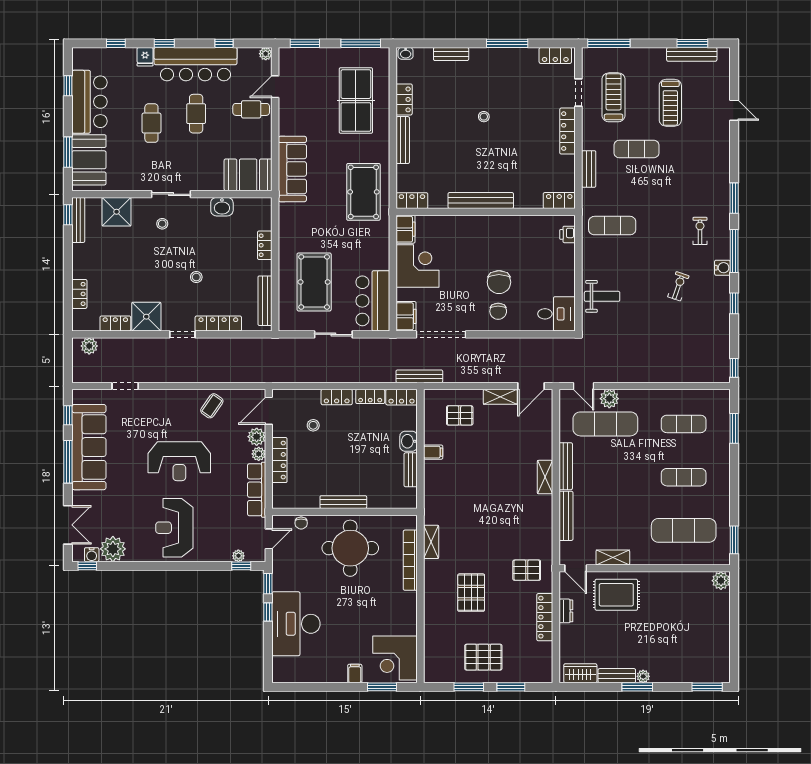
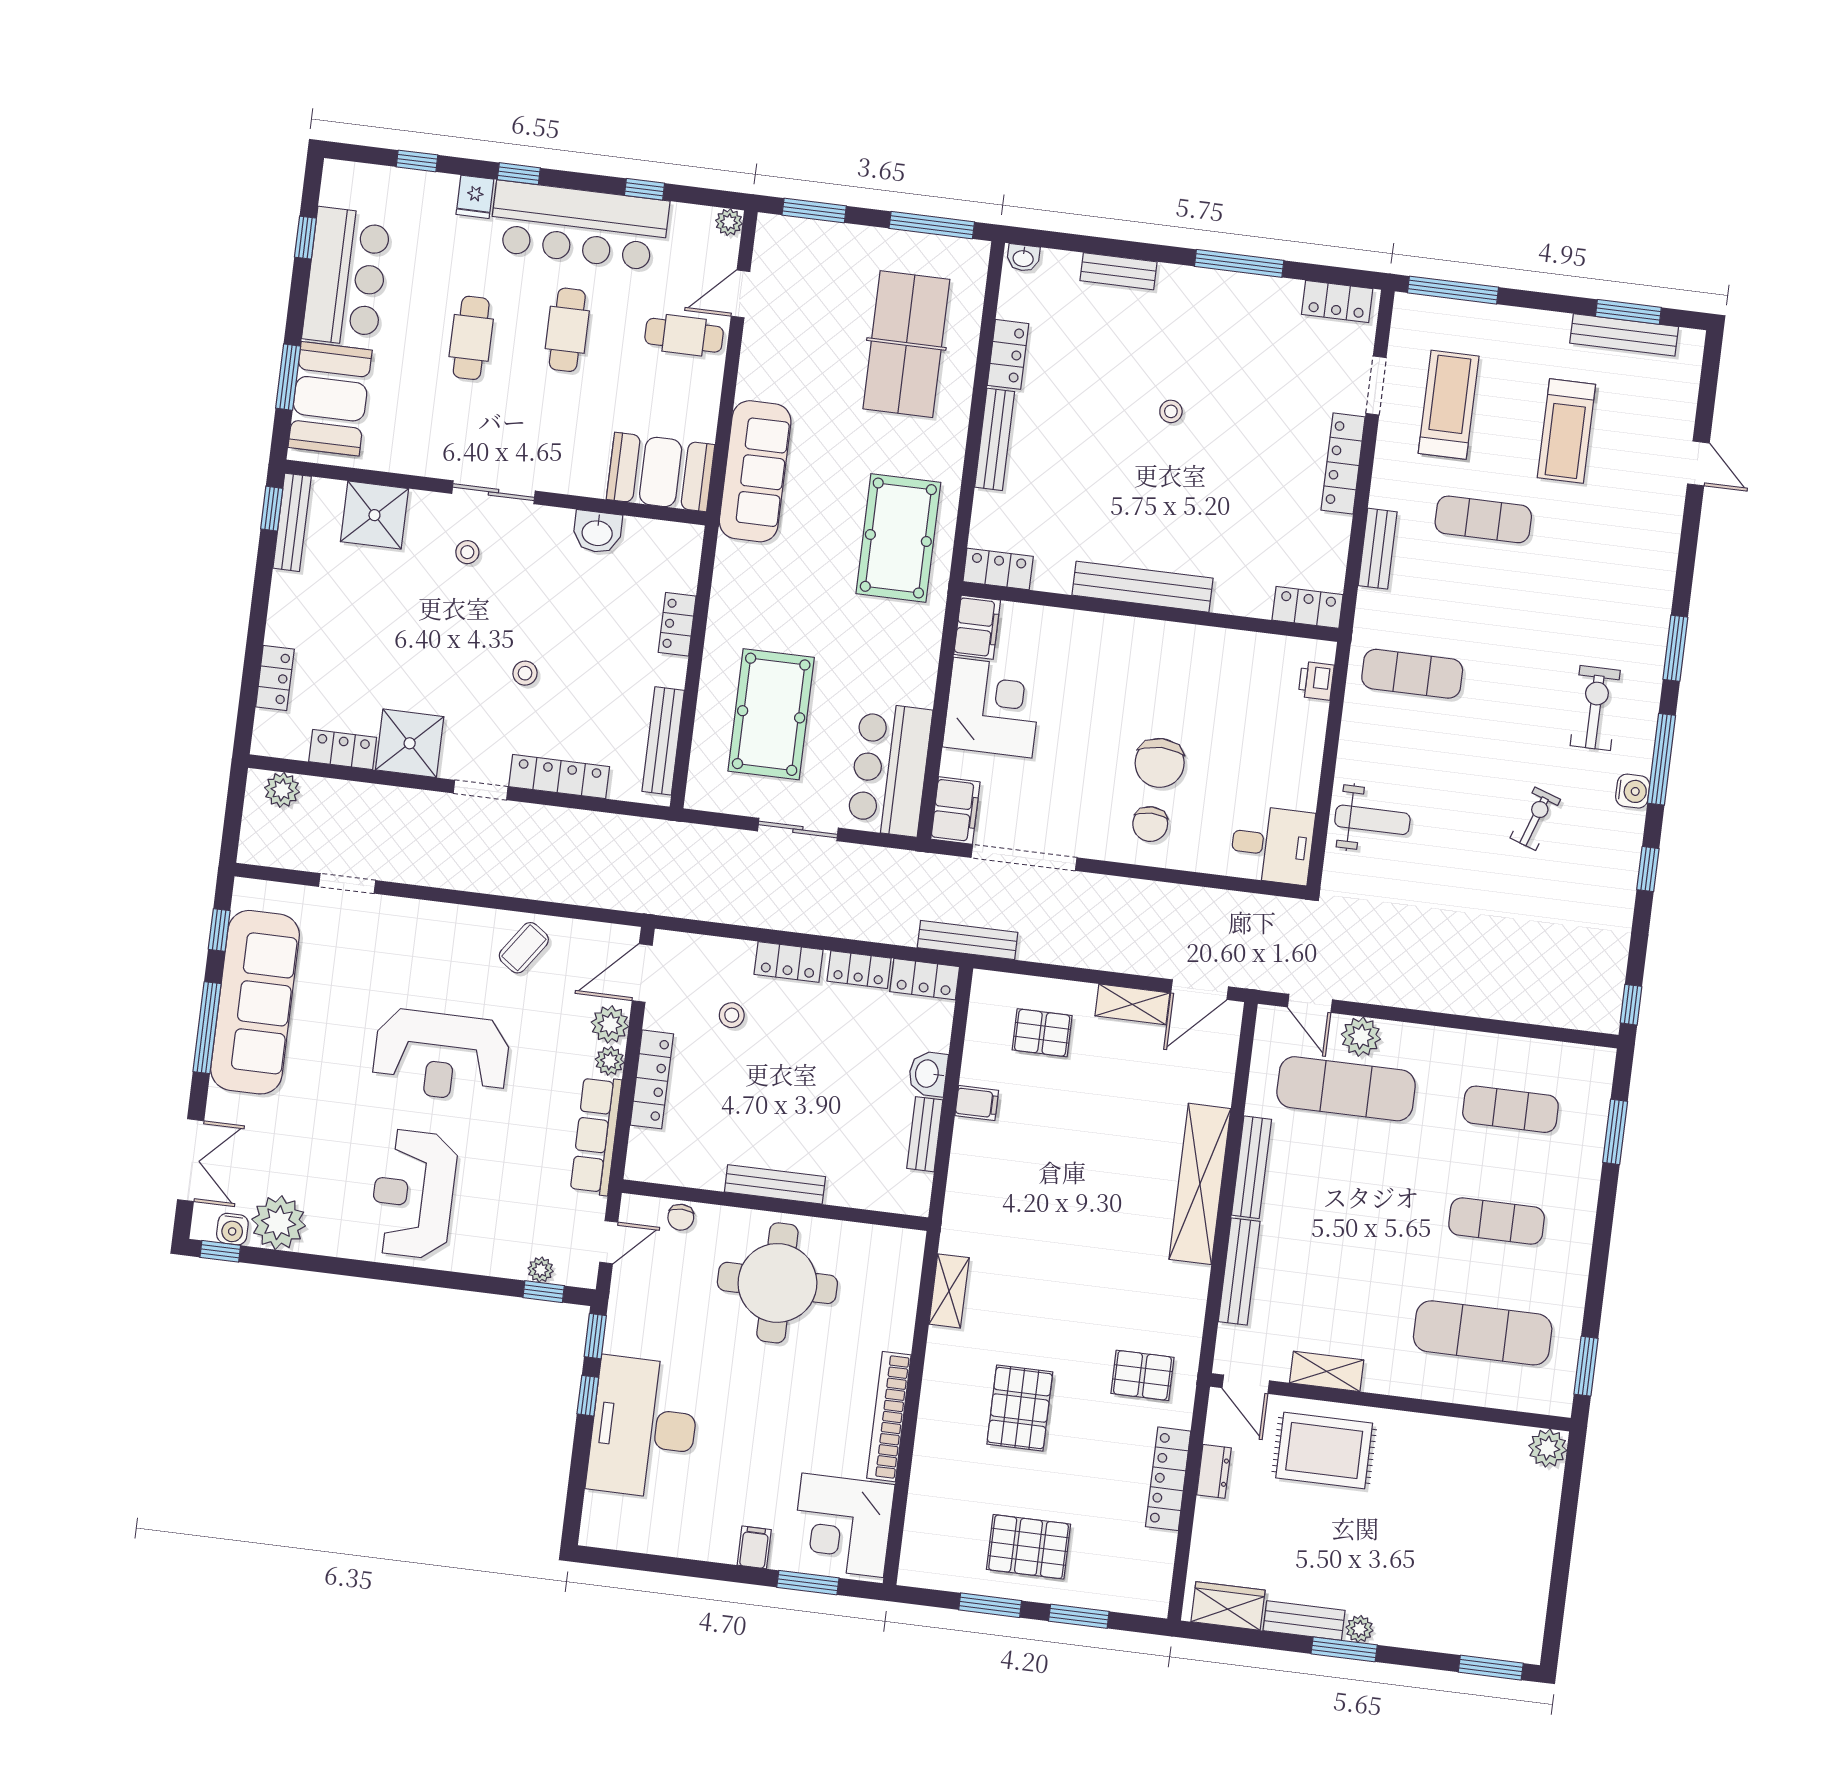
exercise bike: (700, 231) -> (1595, 708), width x1.38, depth x1.39
shelving: (545, 477) -> (1200, 1184), width x2.20, depth x1.33
bookcase: (410, 560) -> (889, 1417), moved

